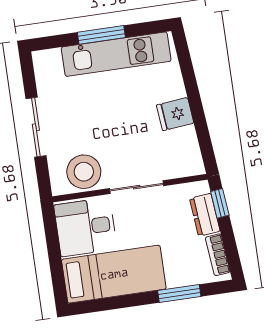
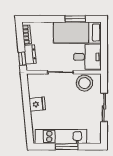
window: (179, 293) -> (75, 19), moved

